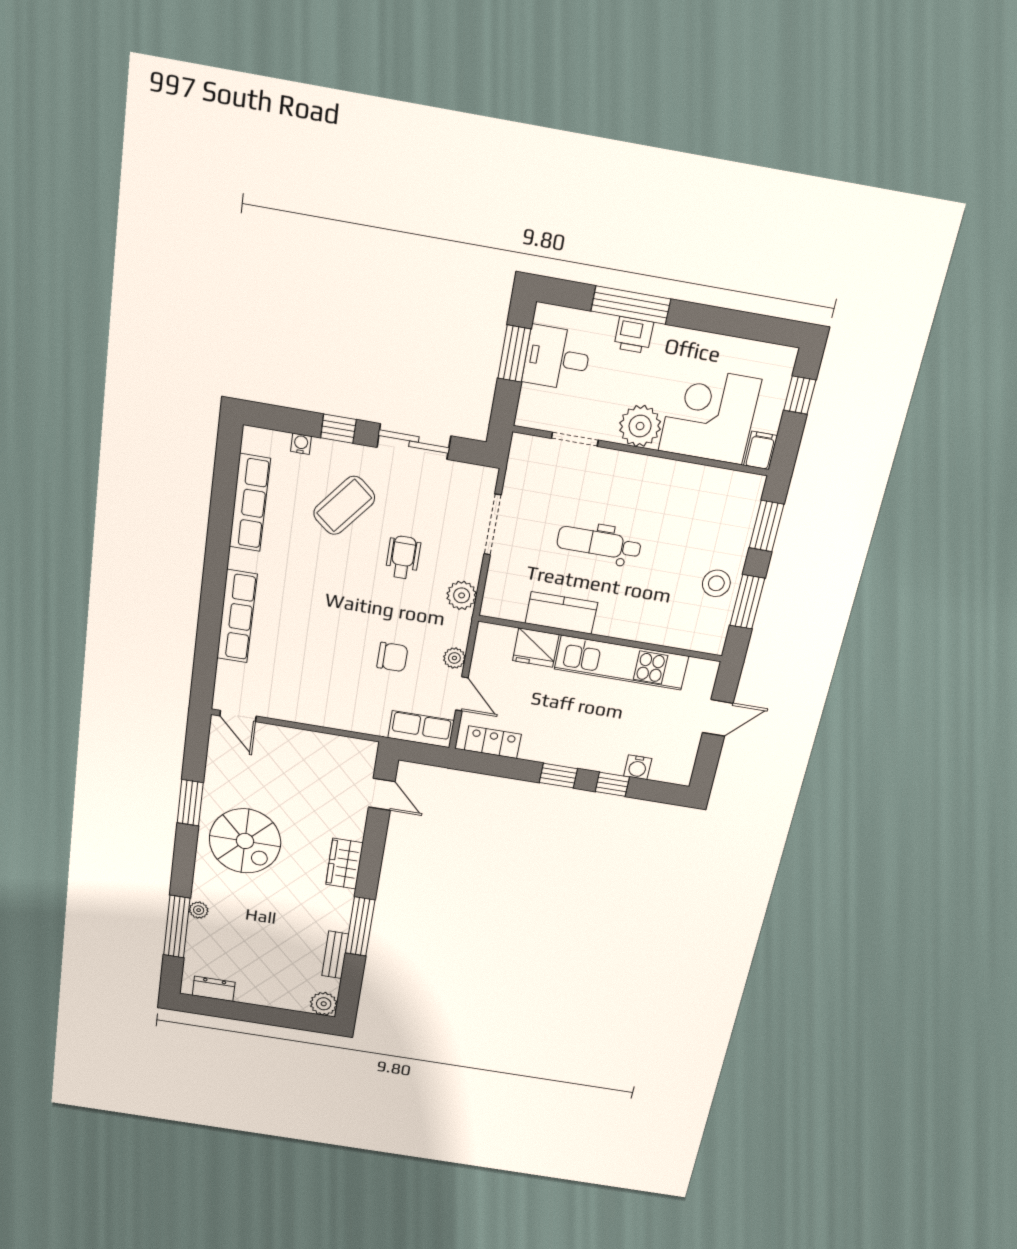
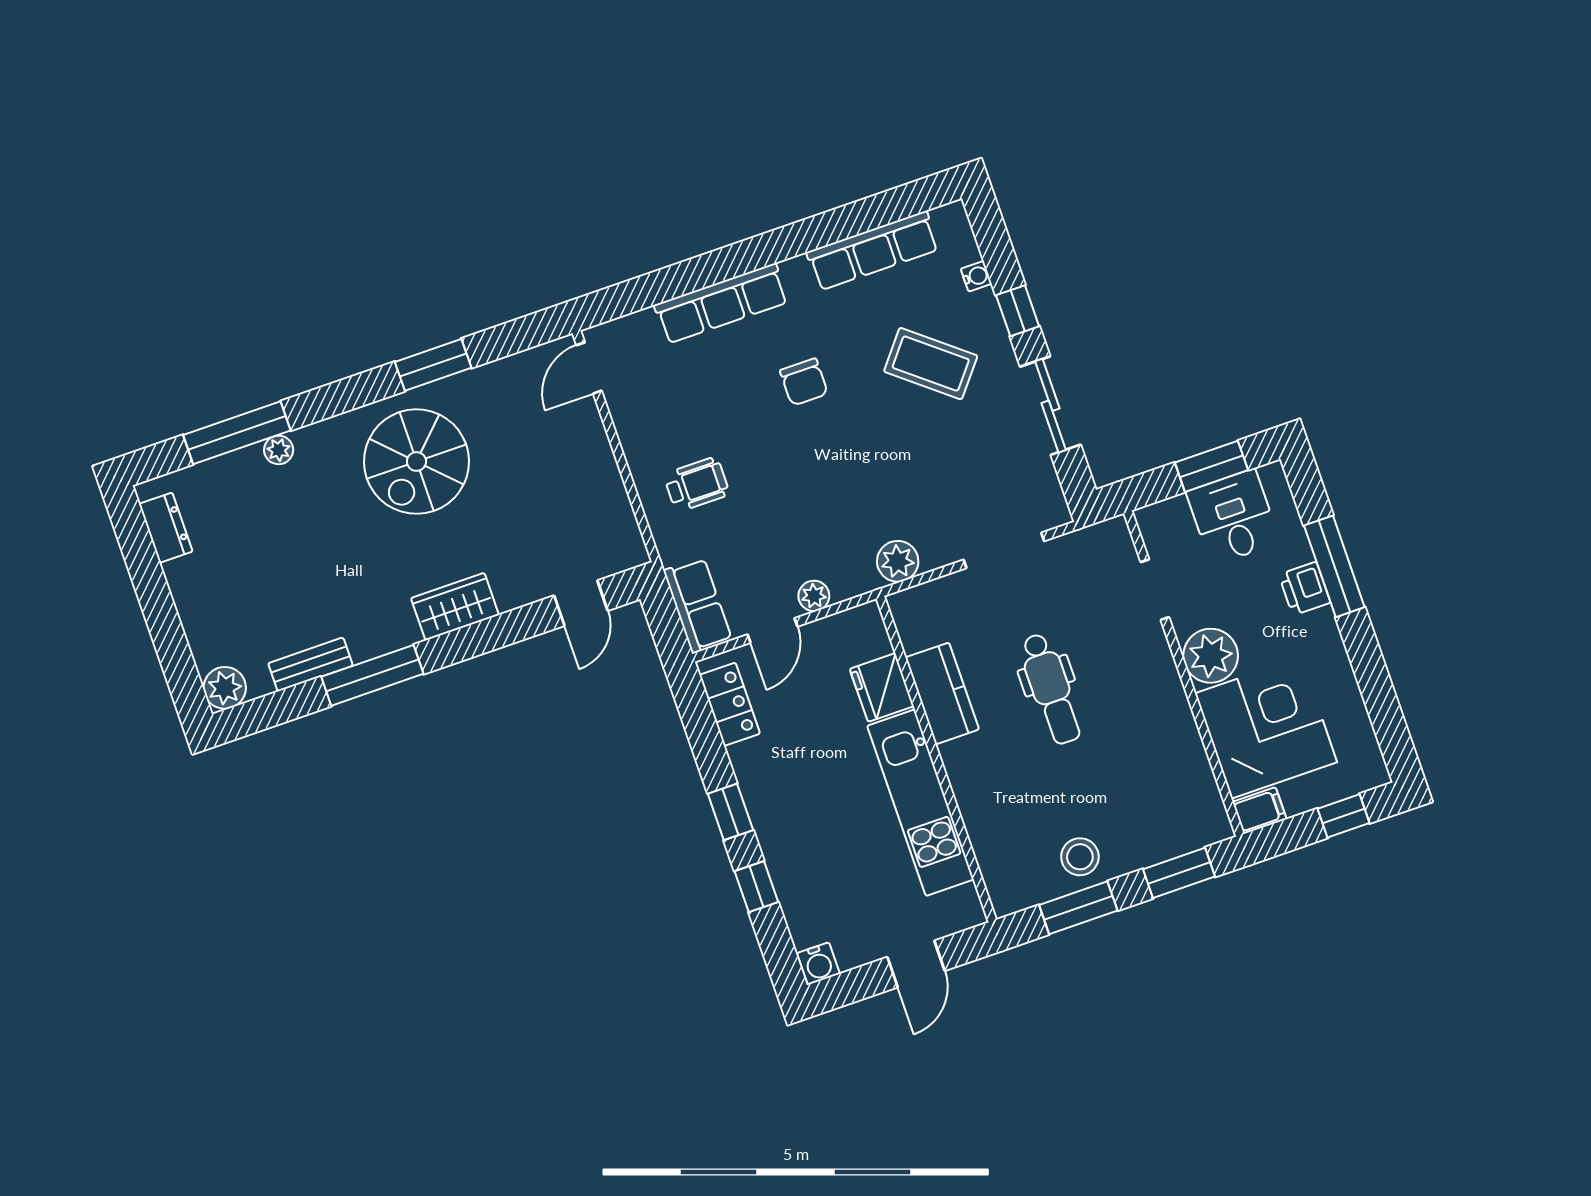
dental chair: (599, 543) -> (1051, 689), turned 180
wheelchair: (403, 557) -> (697, 484), moved
chair: (392, 657) -> (804, 382), moved
door: (718, 718) -> (916, 964), hinge flipped
water cooler: (638, 767) -> (818, 964), moved, turned -90

